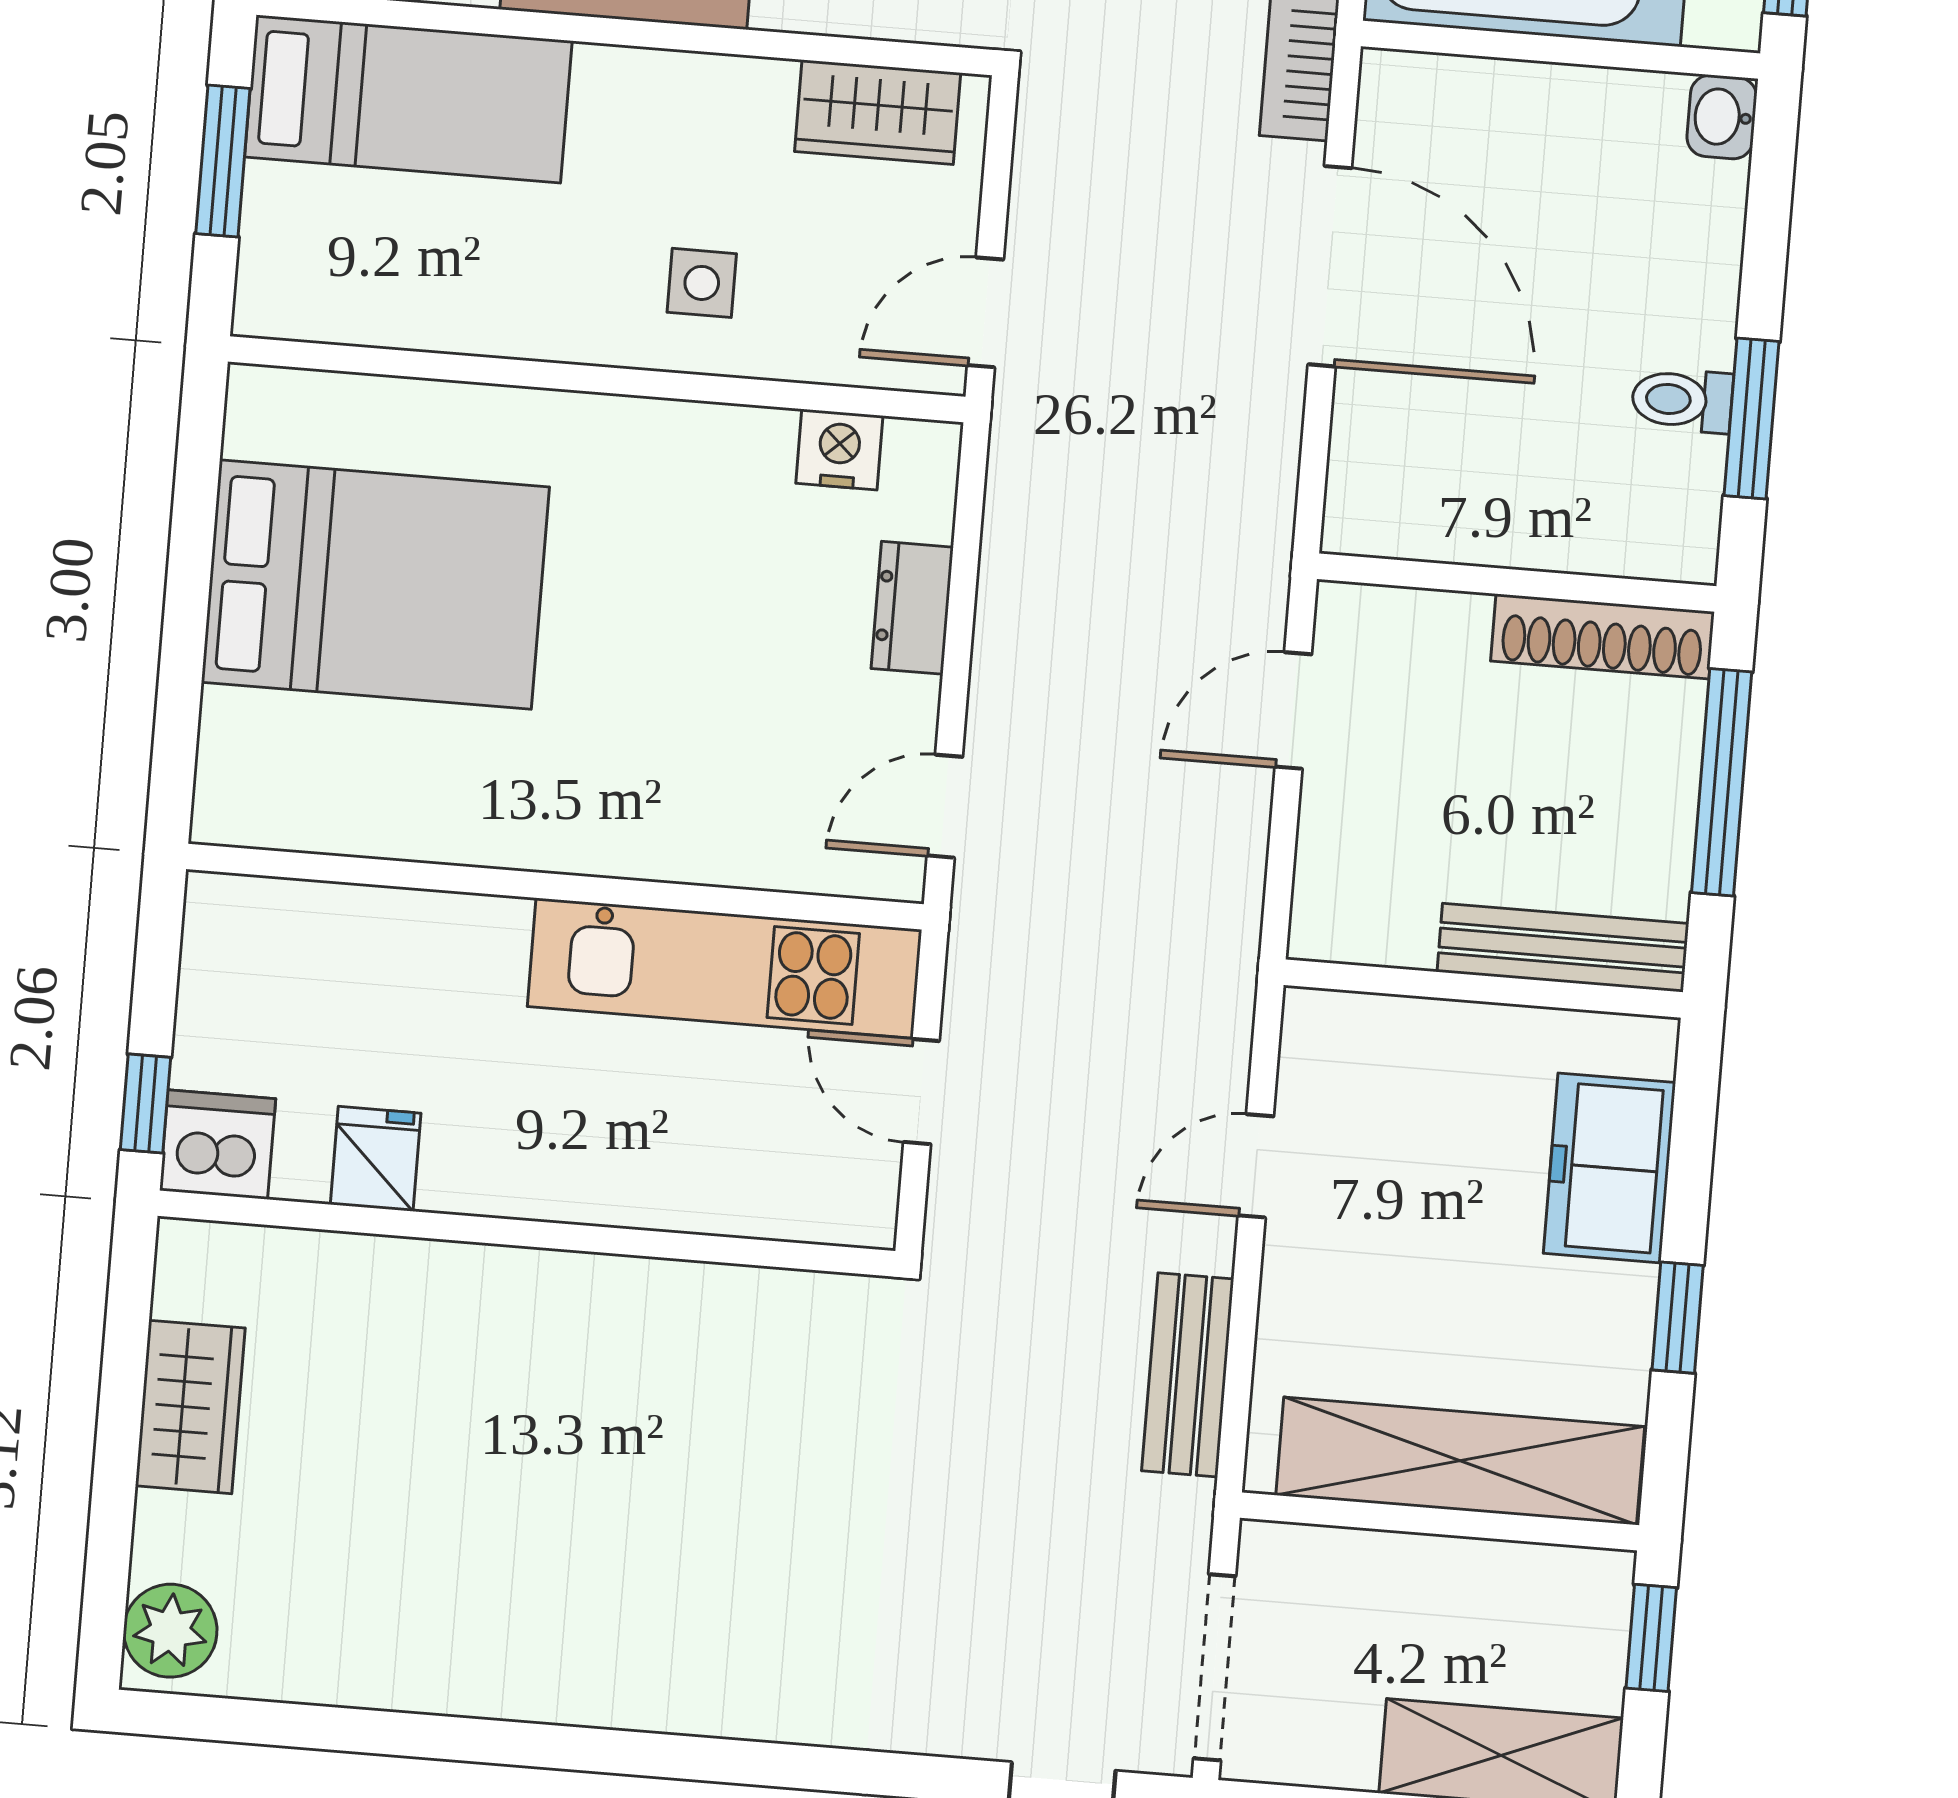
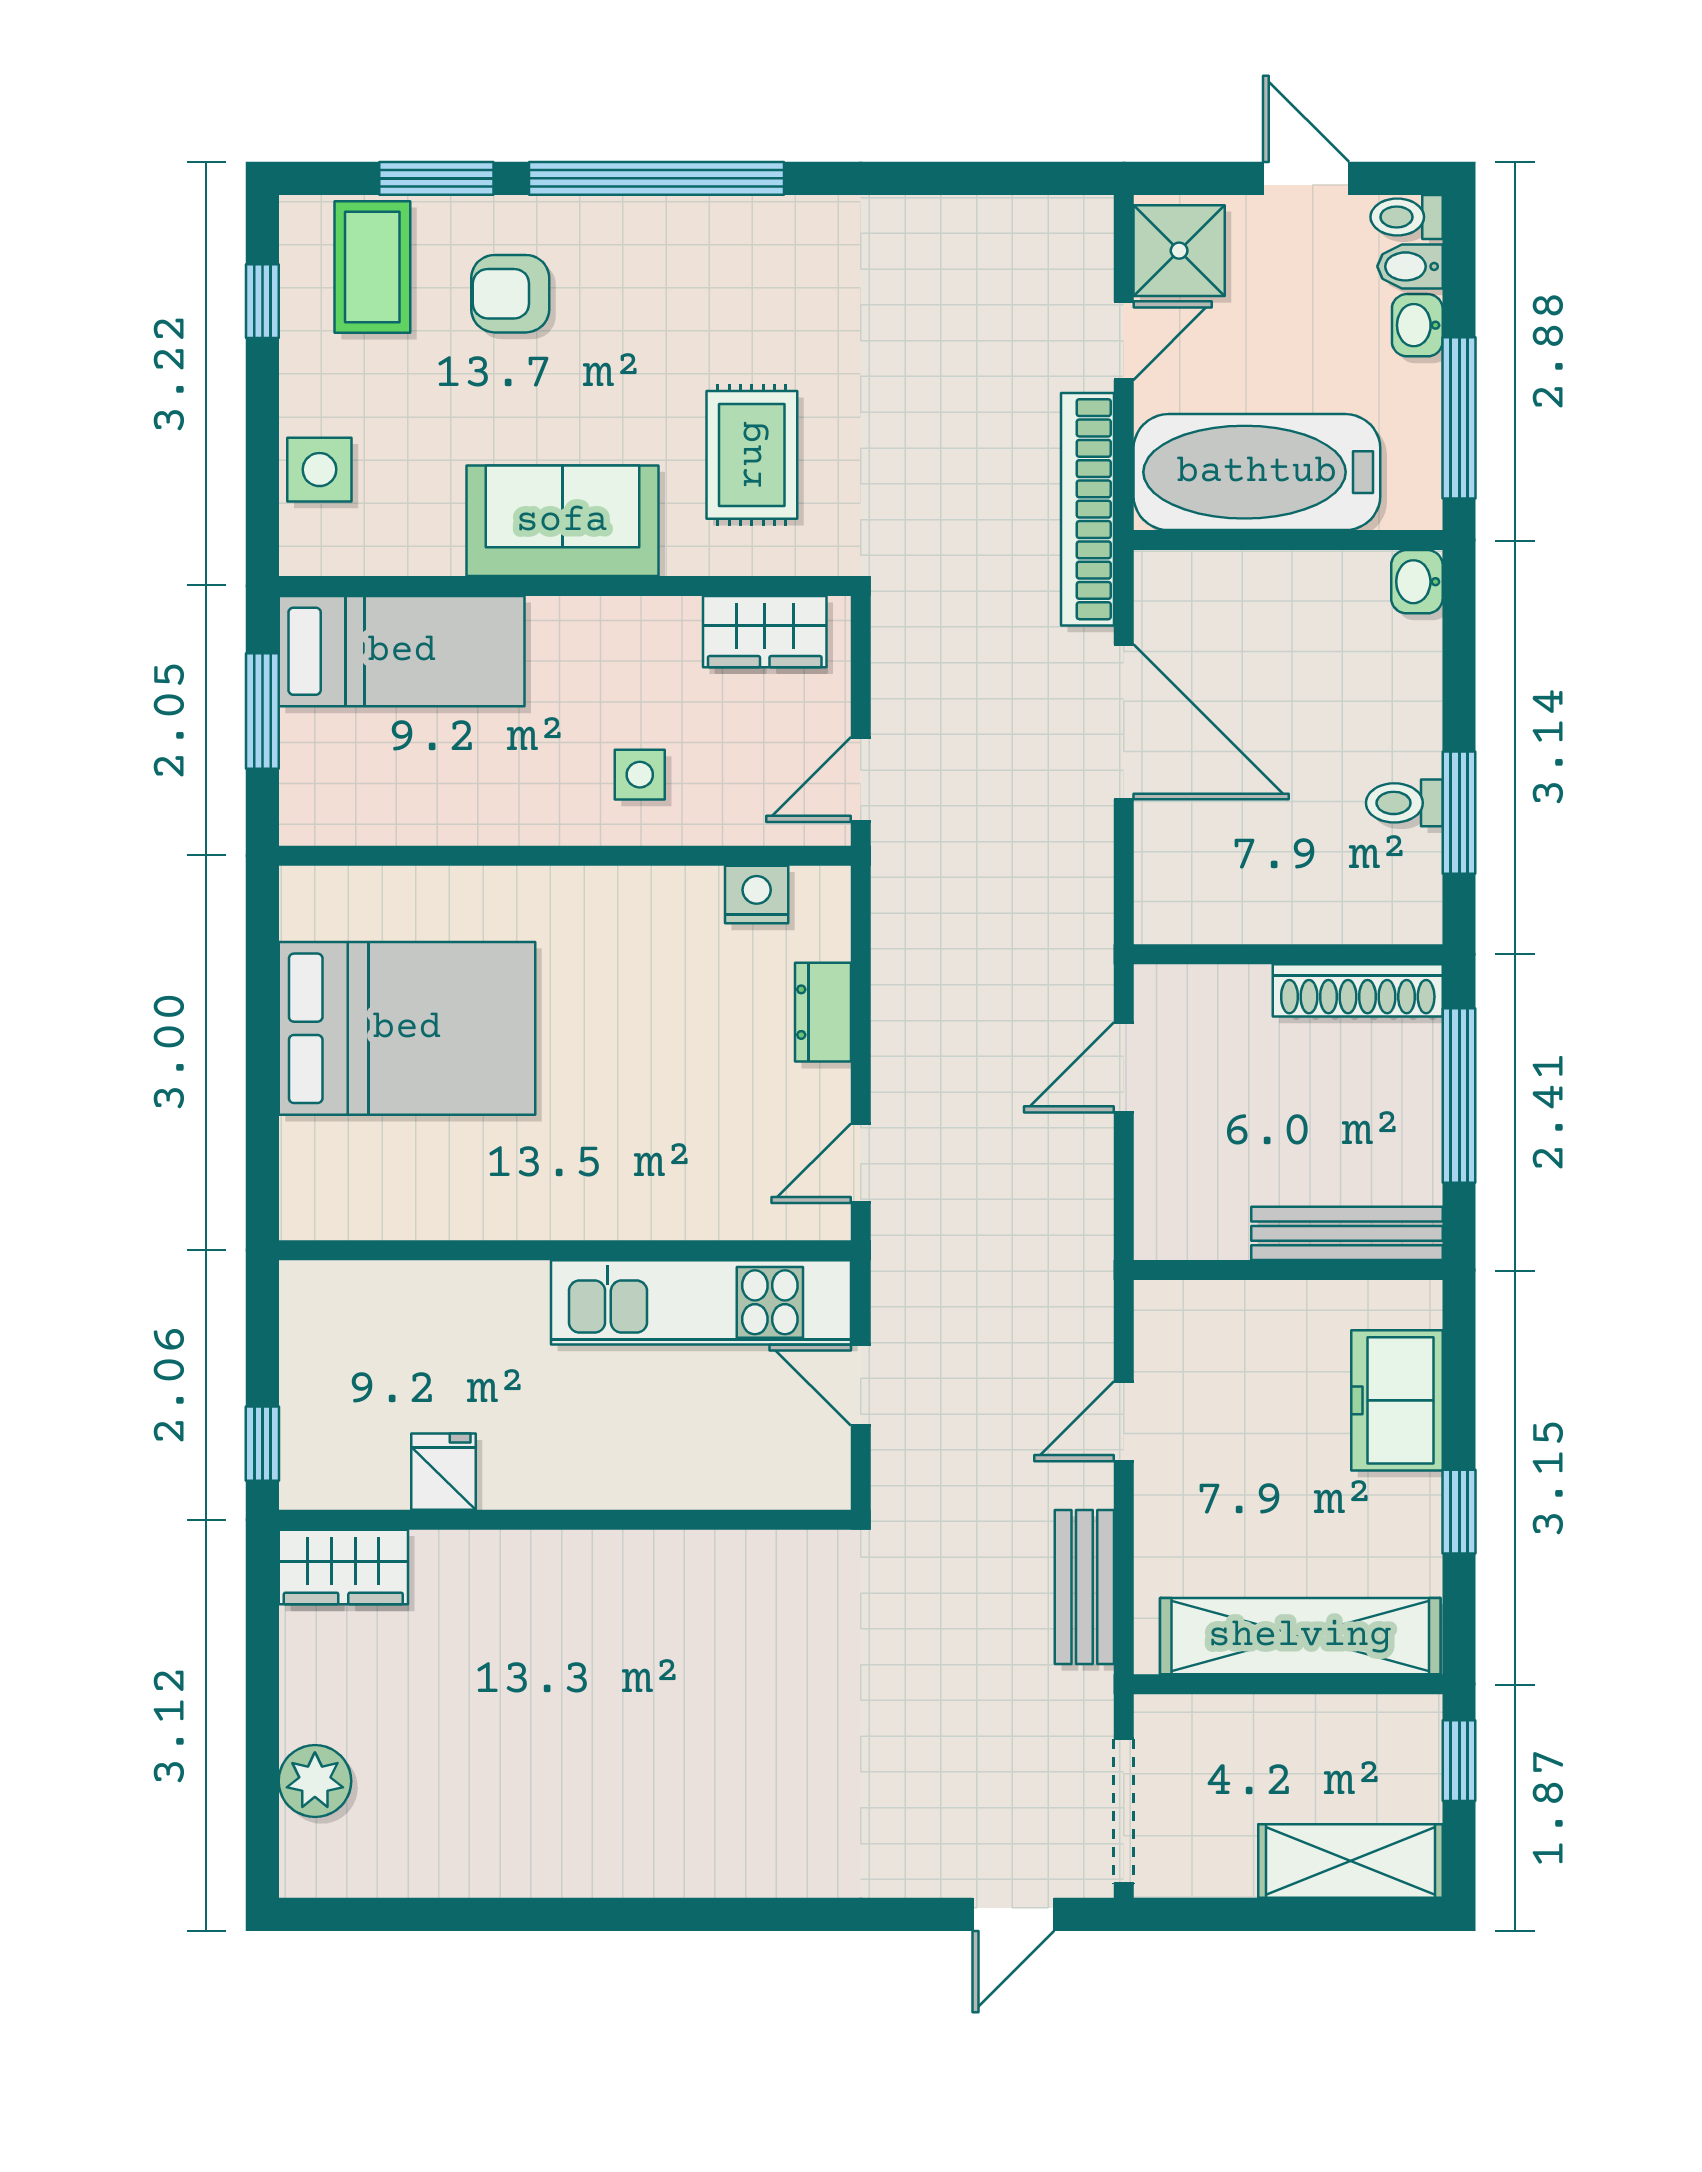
dishwasher: (218, 1145) -> (321, 1471), removed
wardrobe: (190, 1407) -> (343, 1567), moved, turned 90
plant: (170, 1631) -> (315, 1781), moved

